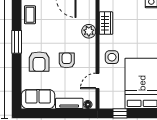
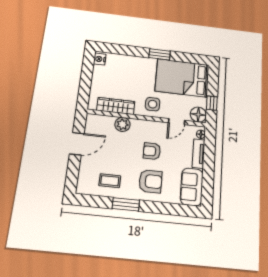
coffee table: (30, 15) -> (110, 181), moved
wardrobe: (106, 23) -> (116, 106), width x1.50
door: (97, 81) -> (177, 122), hinge flipped
floor lamp: (107, 101) -> (198, 115), added

